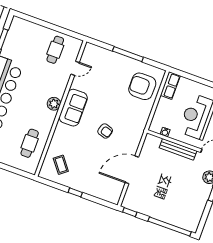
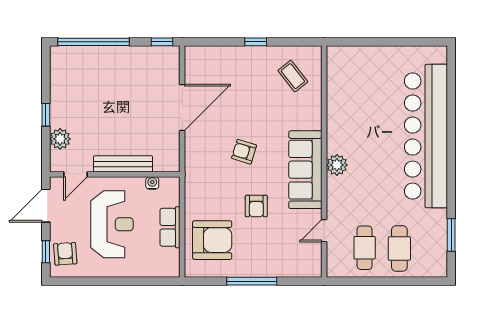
row of seats: (170, 86) -> (170, 227), moved
armchair: (109, 97) -> (256, 206), added
sofa: (73, 108) -> (305, 170), width x1.36
cafe table: (30, 143) -> (399, 248), moved

